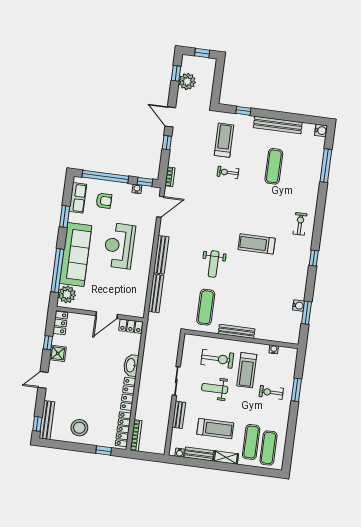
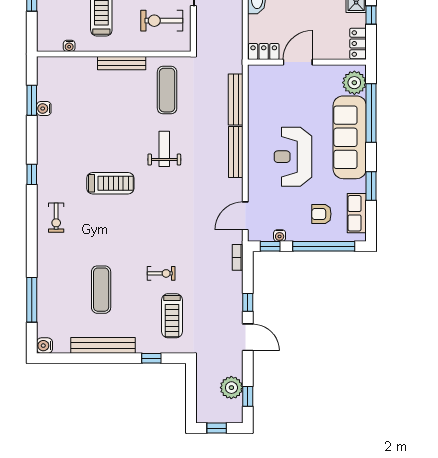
reception desk: (119, 246) -> (293, 157), turned 180
exercise bike: (217, 359) -> (162, 21), moved

